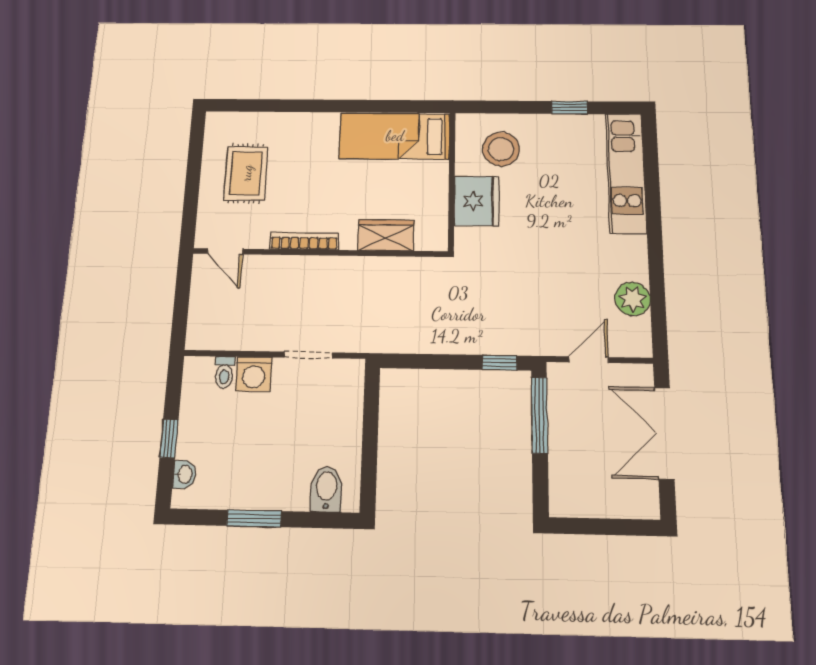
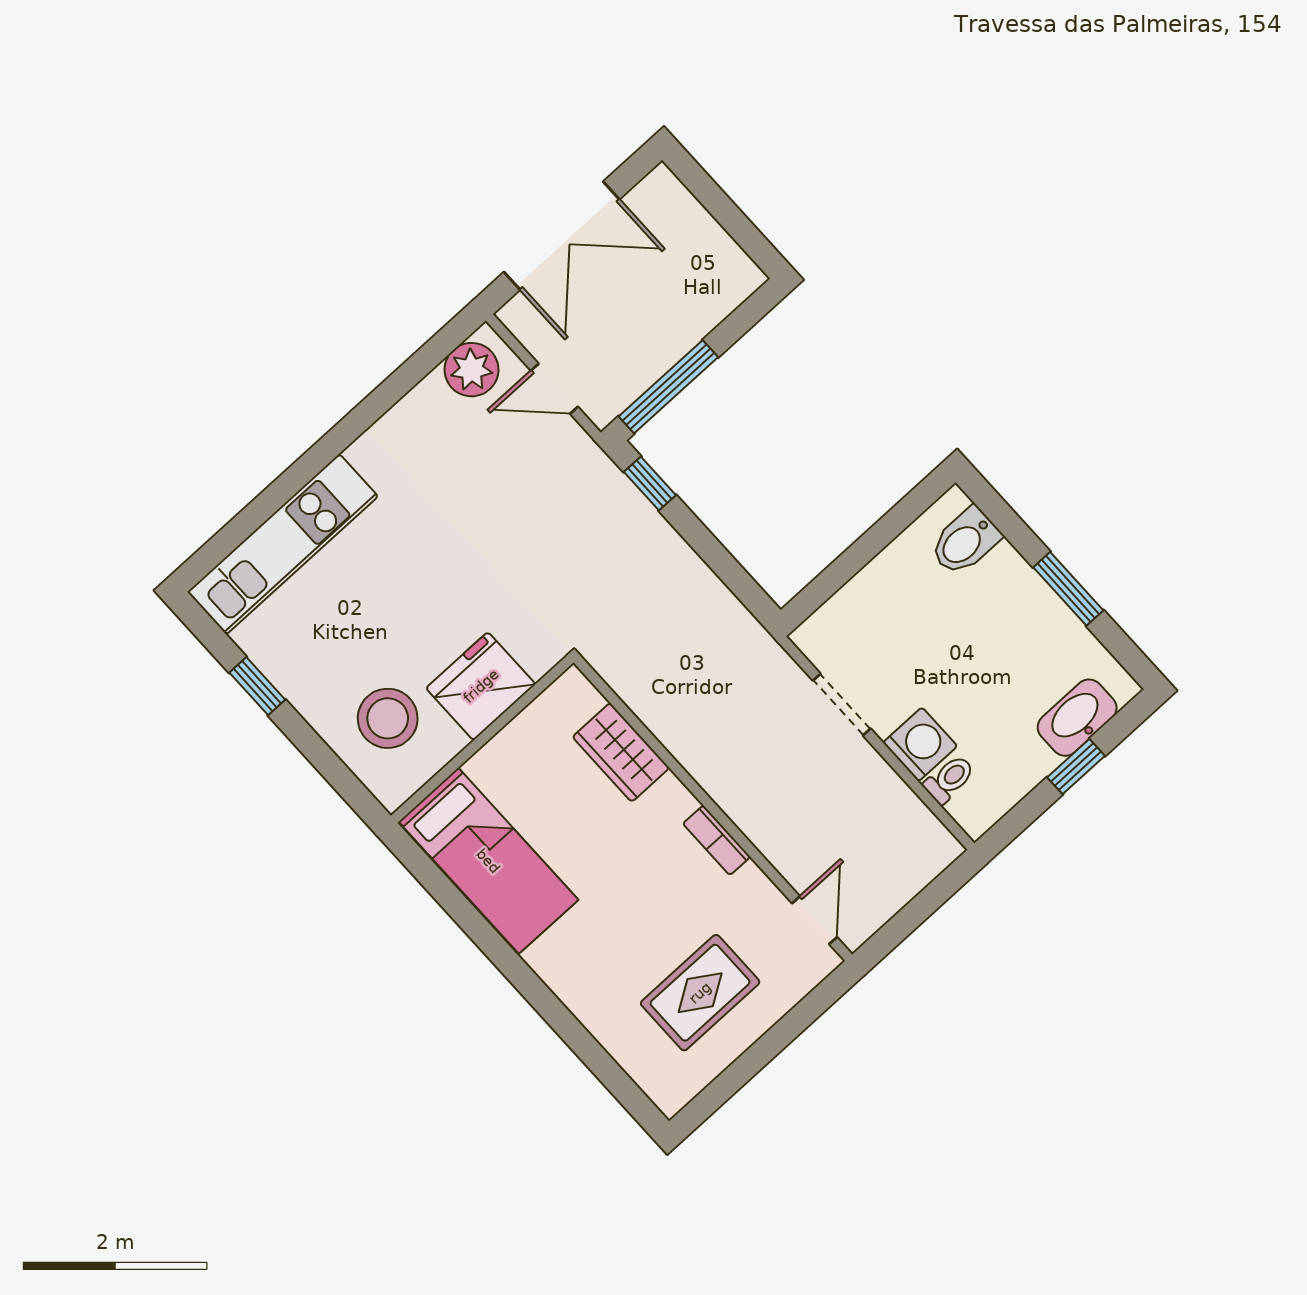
bookcase: (304, 241) -> (717, 840), width x0.64
plant: (633, 299) -> (471, 370), moved
washbasin: (184, 474) -> (1077, 718), width x1.91, depth x1.45

